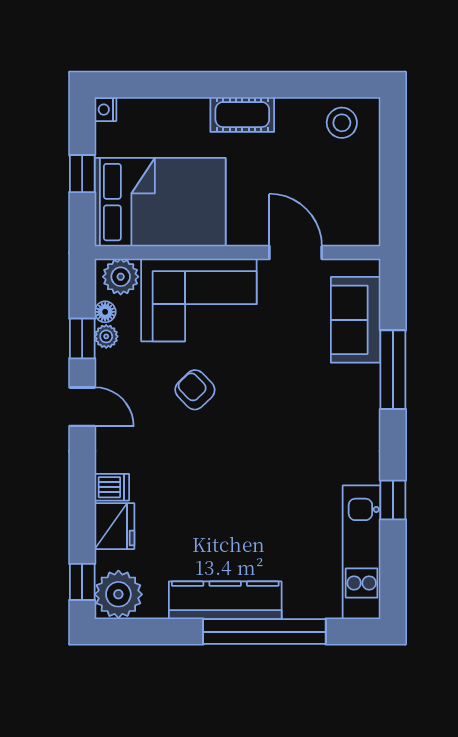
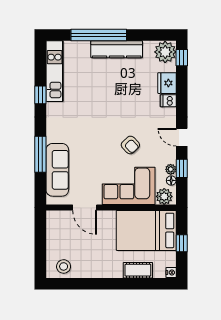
cot: (242, 115) -> (138, 270), moved
sofa: (356, 320) -> (57, 170), width x1.36

